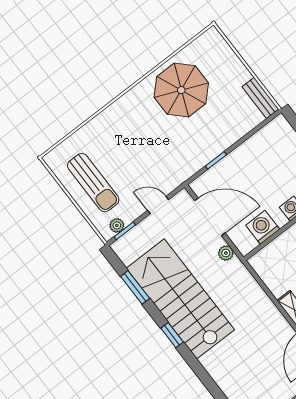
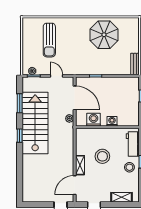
sun lounger: (93, 183) -> (49, 40), moved

